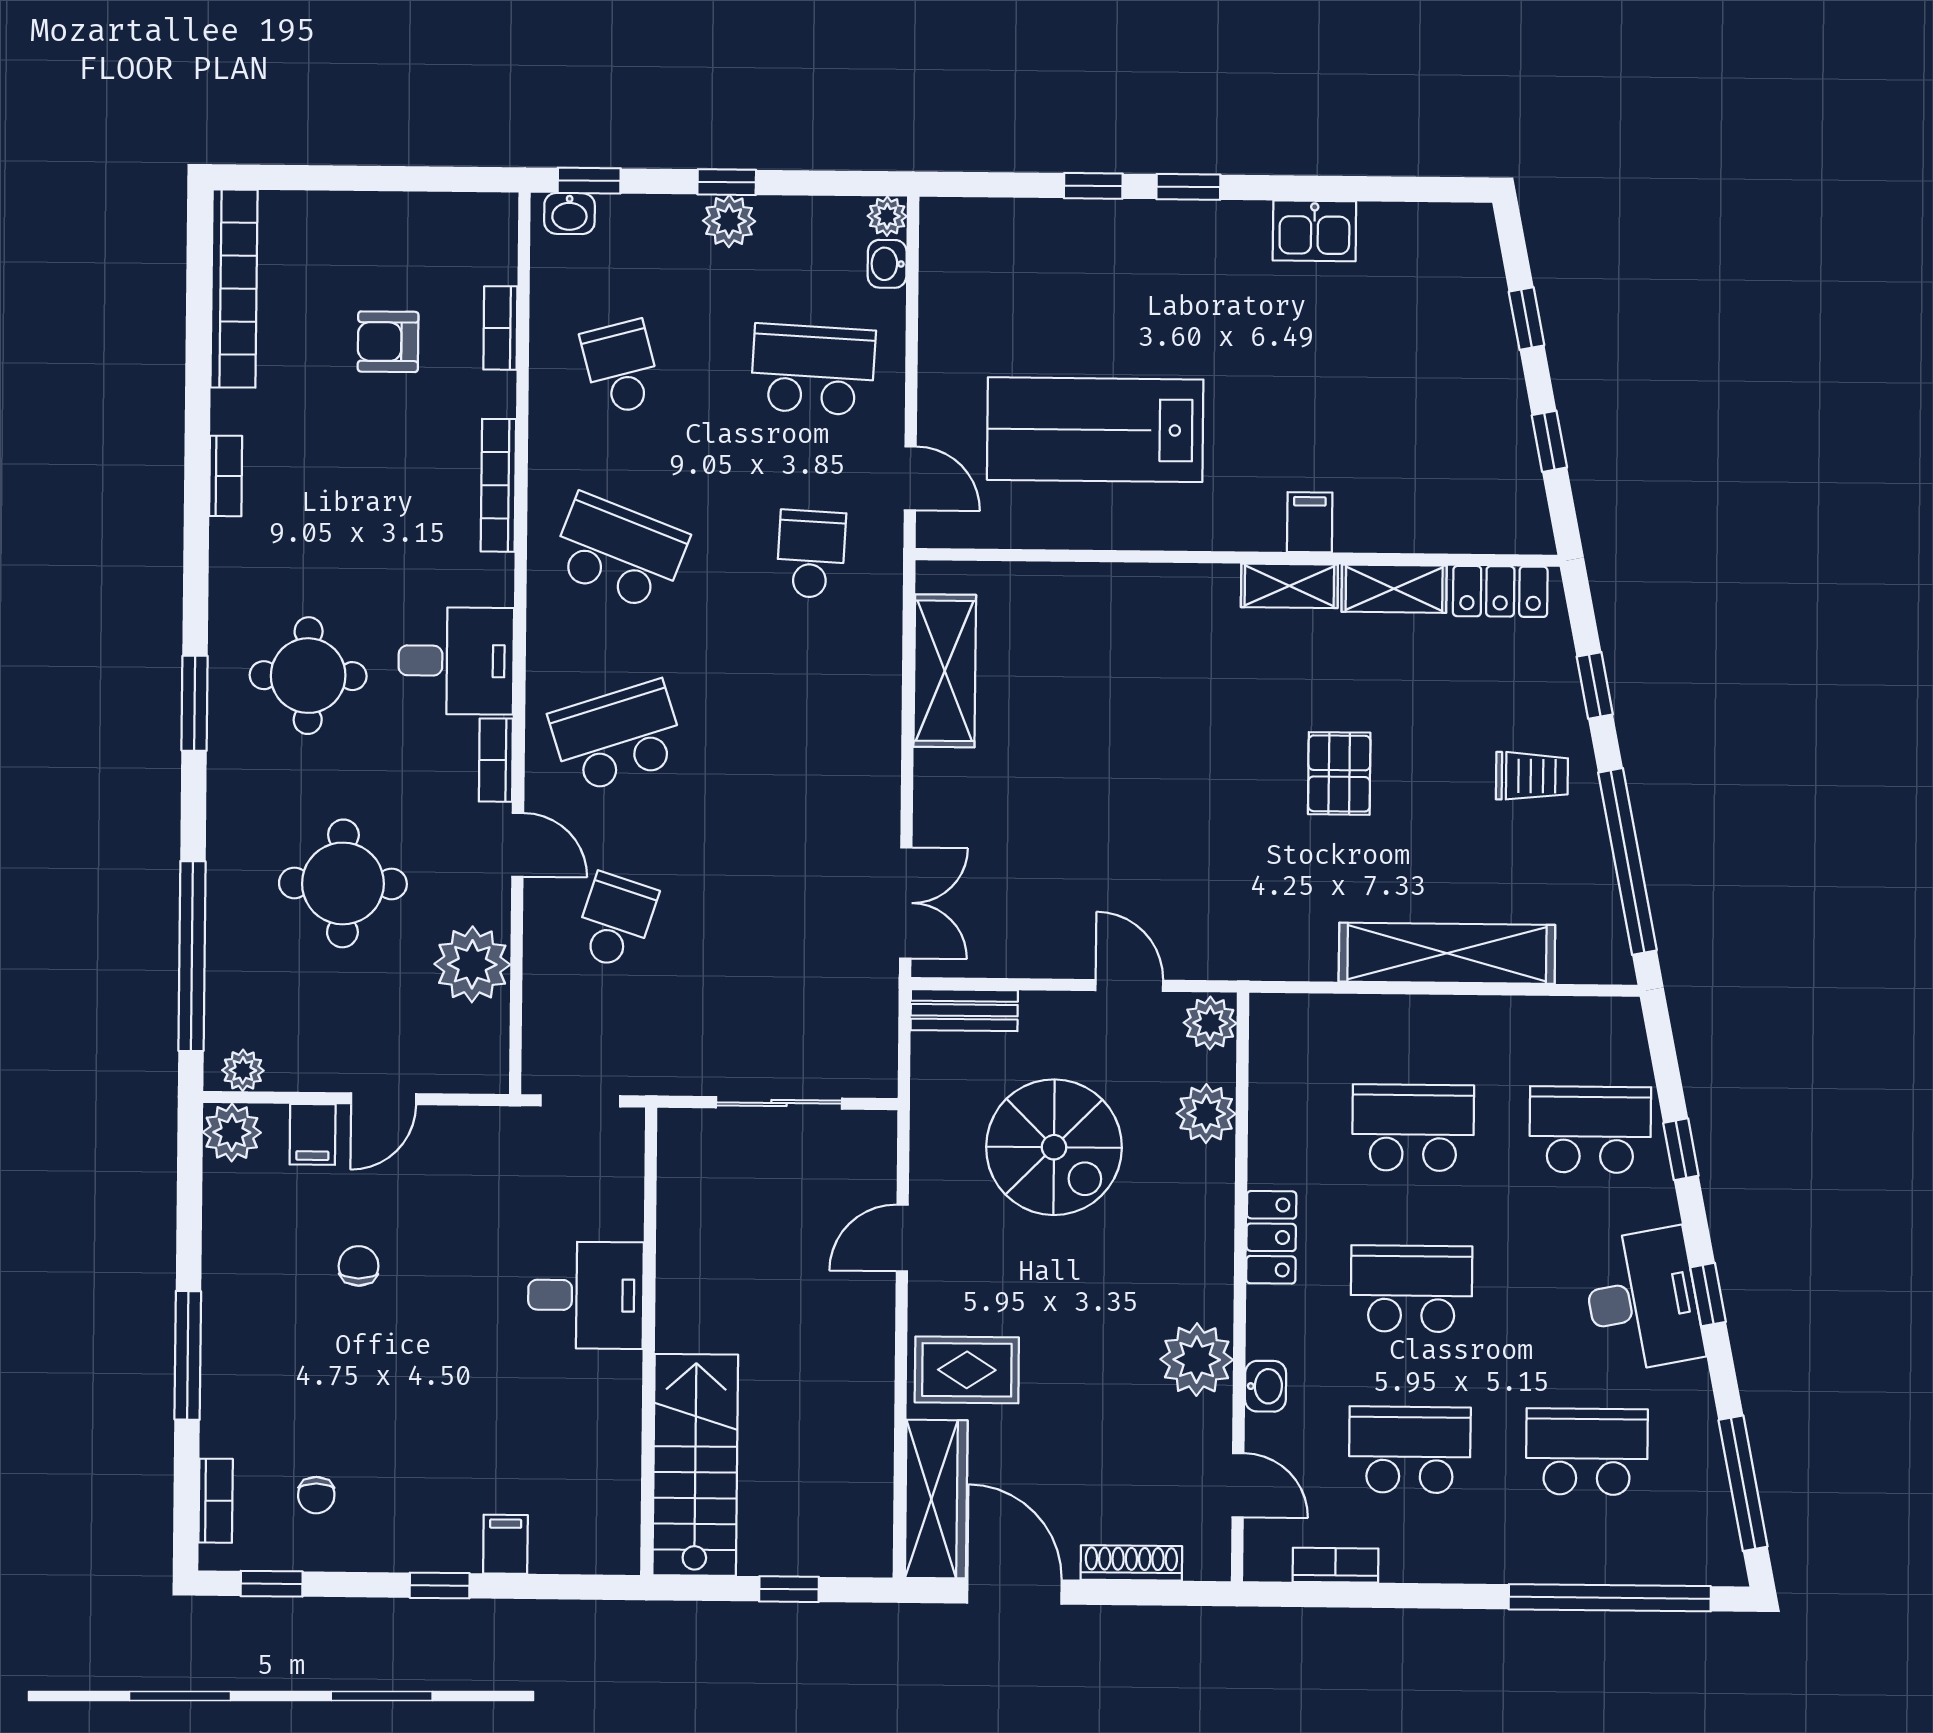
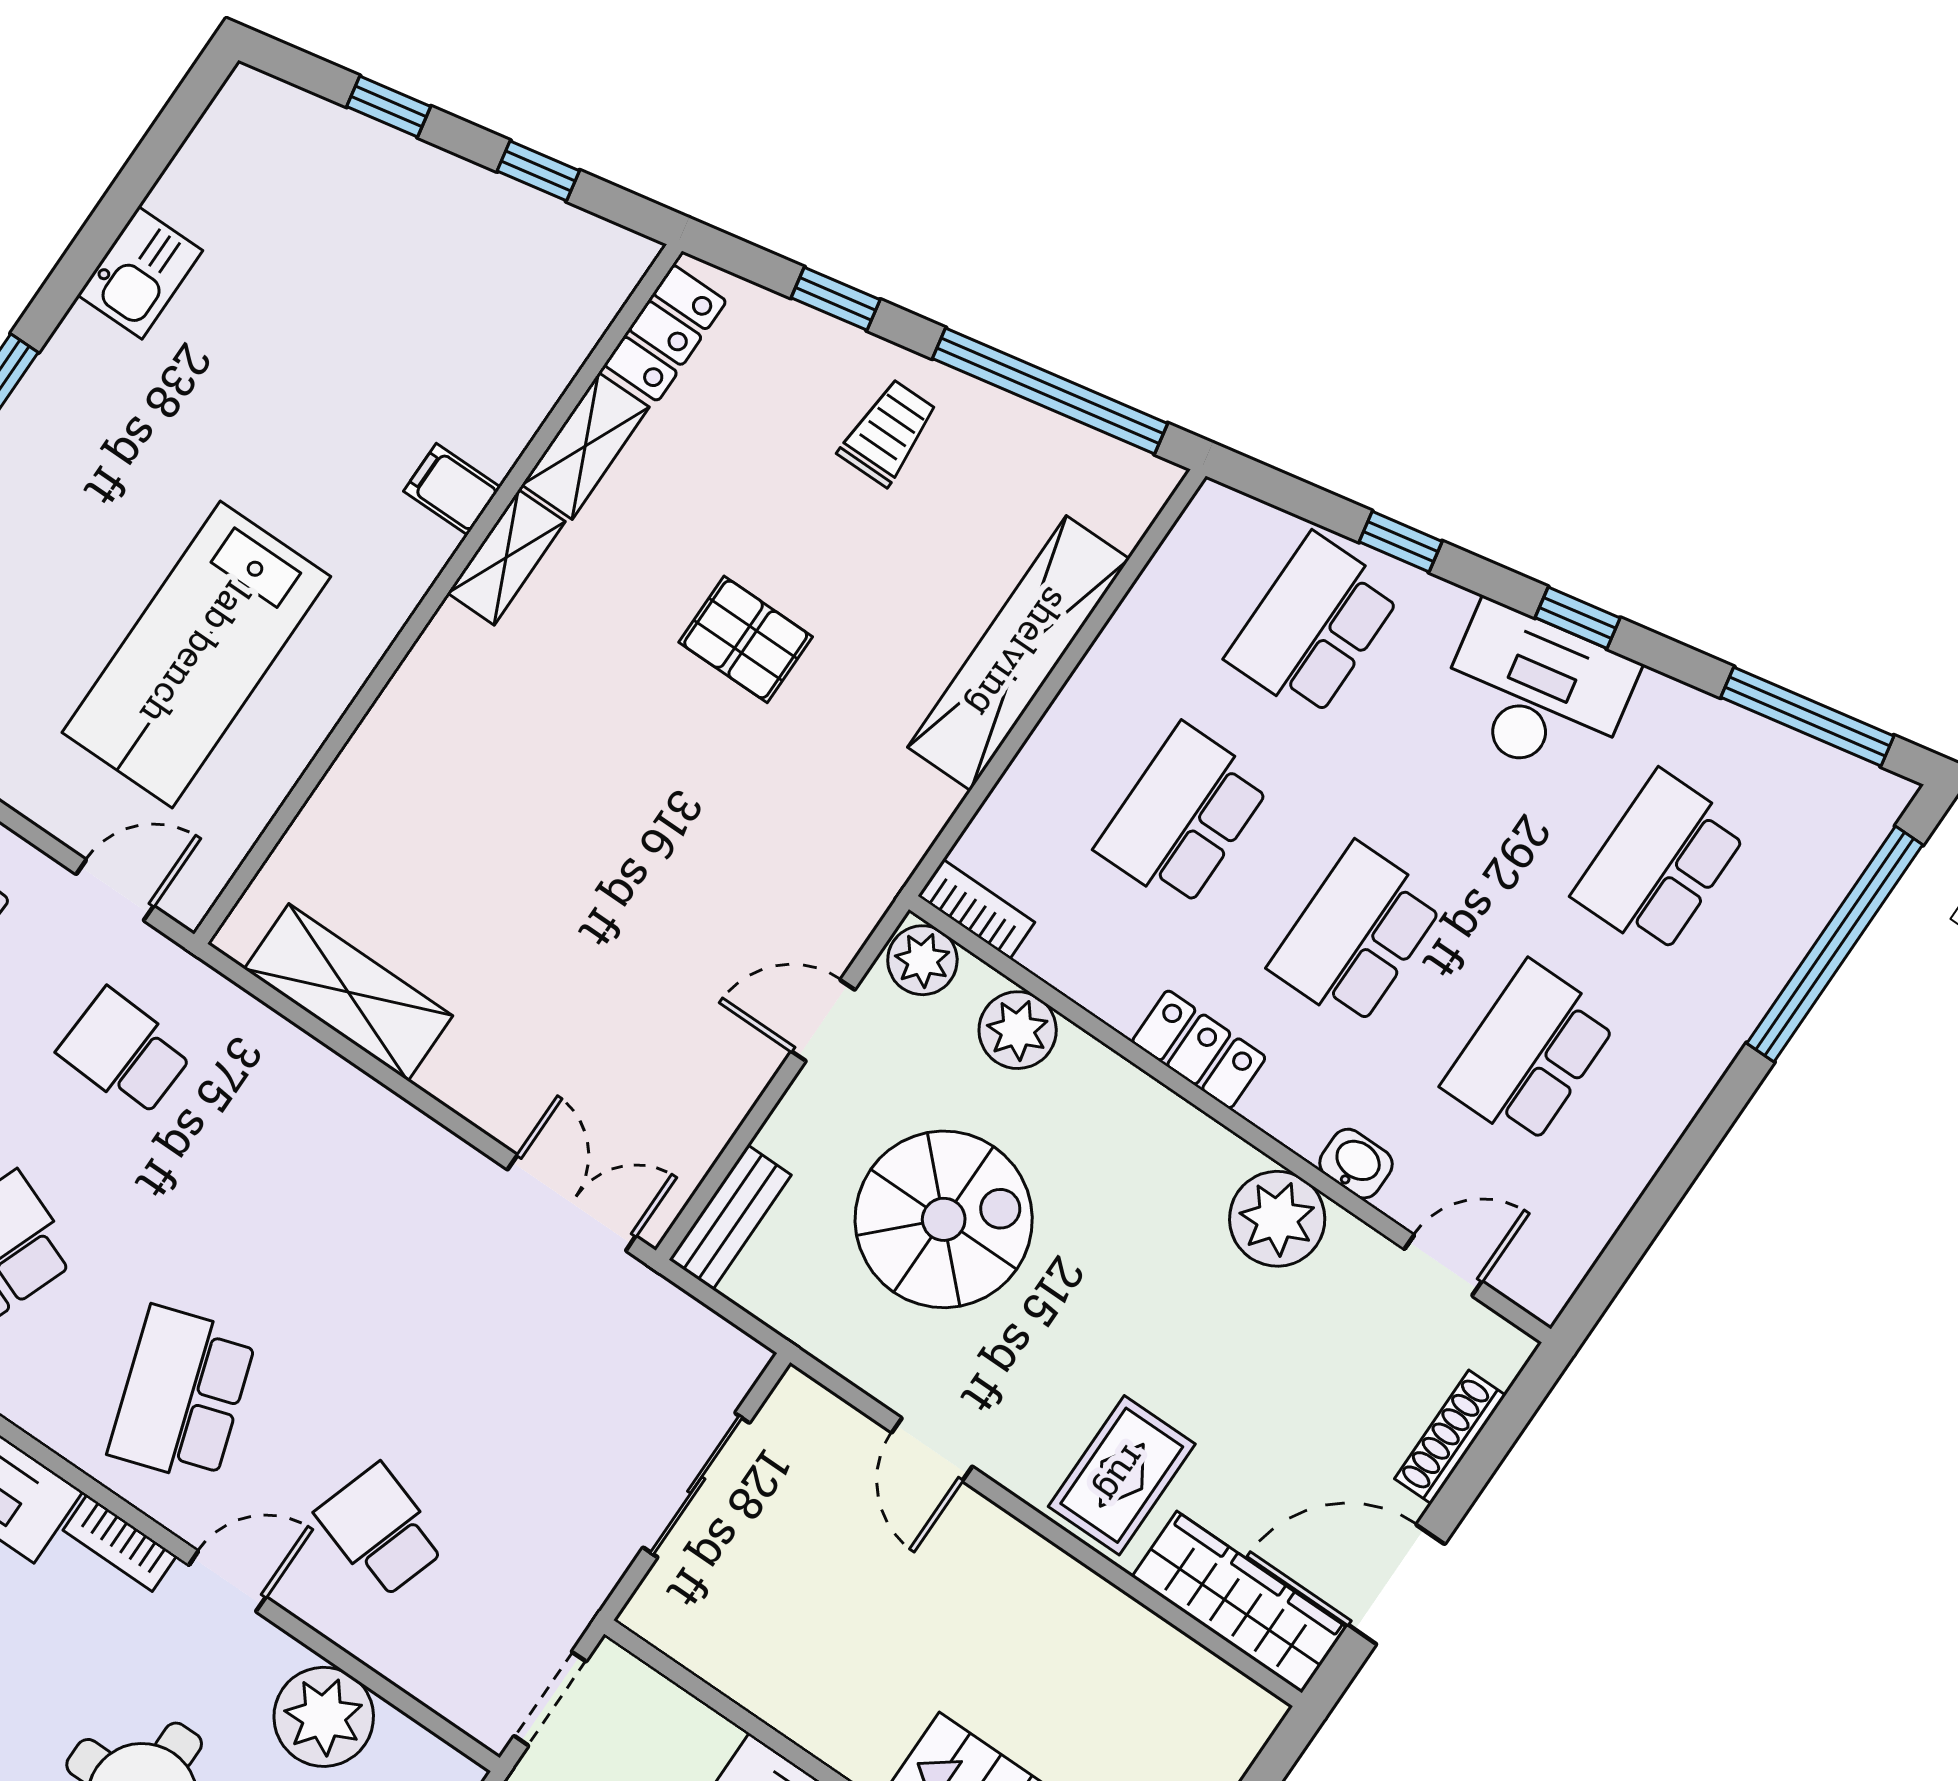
bookcase: (1335, 1565) -> (976, 909), moved, turned 90

